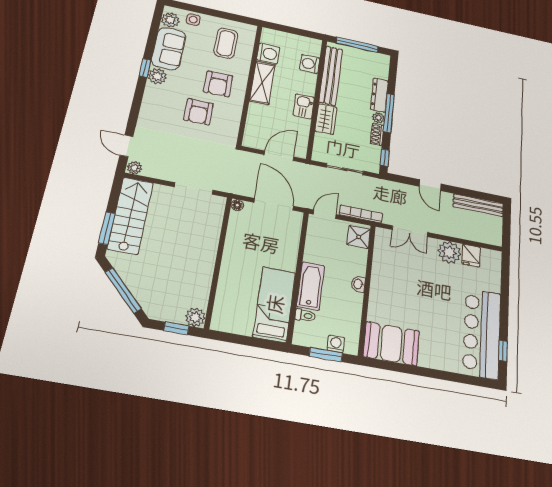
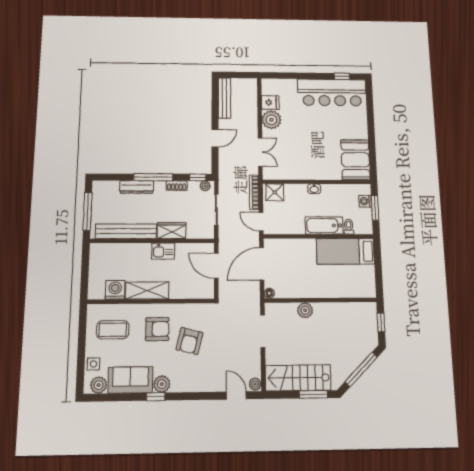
washing machine: (310, 64) -> (118, 251), removed
armchair: (198, 112) -> (189, 341), turned 104
plant: (378, 118) -> (205, 186), moved
door: (126, 146) -> (236, 395), swing flipped
plant: (195, 317) -> (305, 310), moved

